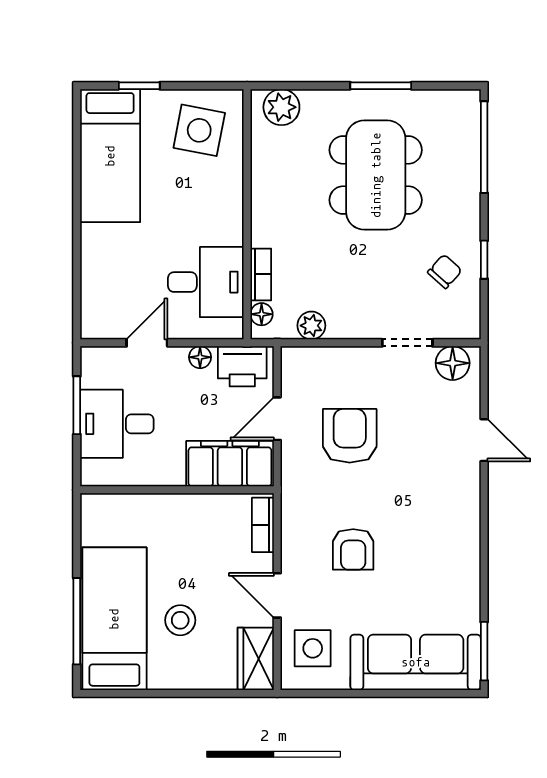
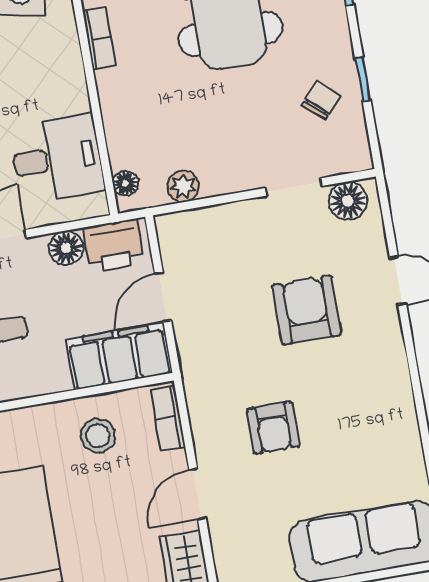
bookcase: (261, 274) -> (99, 38), moved
floor lamp: (200, 357) -> (66, 248), width x1.37, depth x1.37
armchair: (350, 436) -> (307, 310), moved
door: (277, 595) -> (197, 494), hinge flipped
stool: (180, 620) -> (98, 436), moved
side table: (313, 648) -> (247, 546), removed

